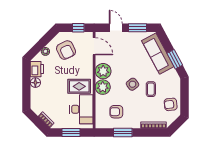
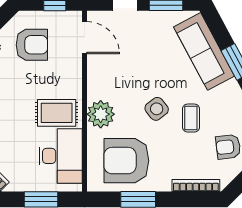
armchair: (66, 50) -> (32, 45), turned -64
plant: (103, 71) -> (101, 84), removed
armchair: (116, 112) -> (126, 161), width x1.88, depth x1.88

